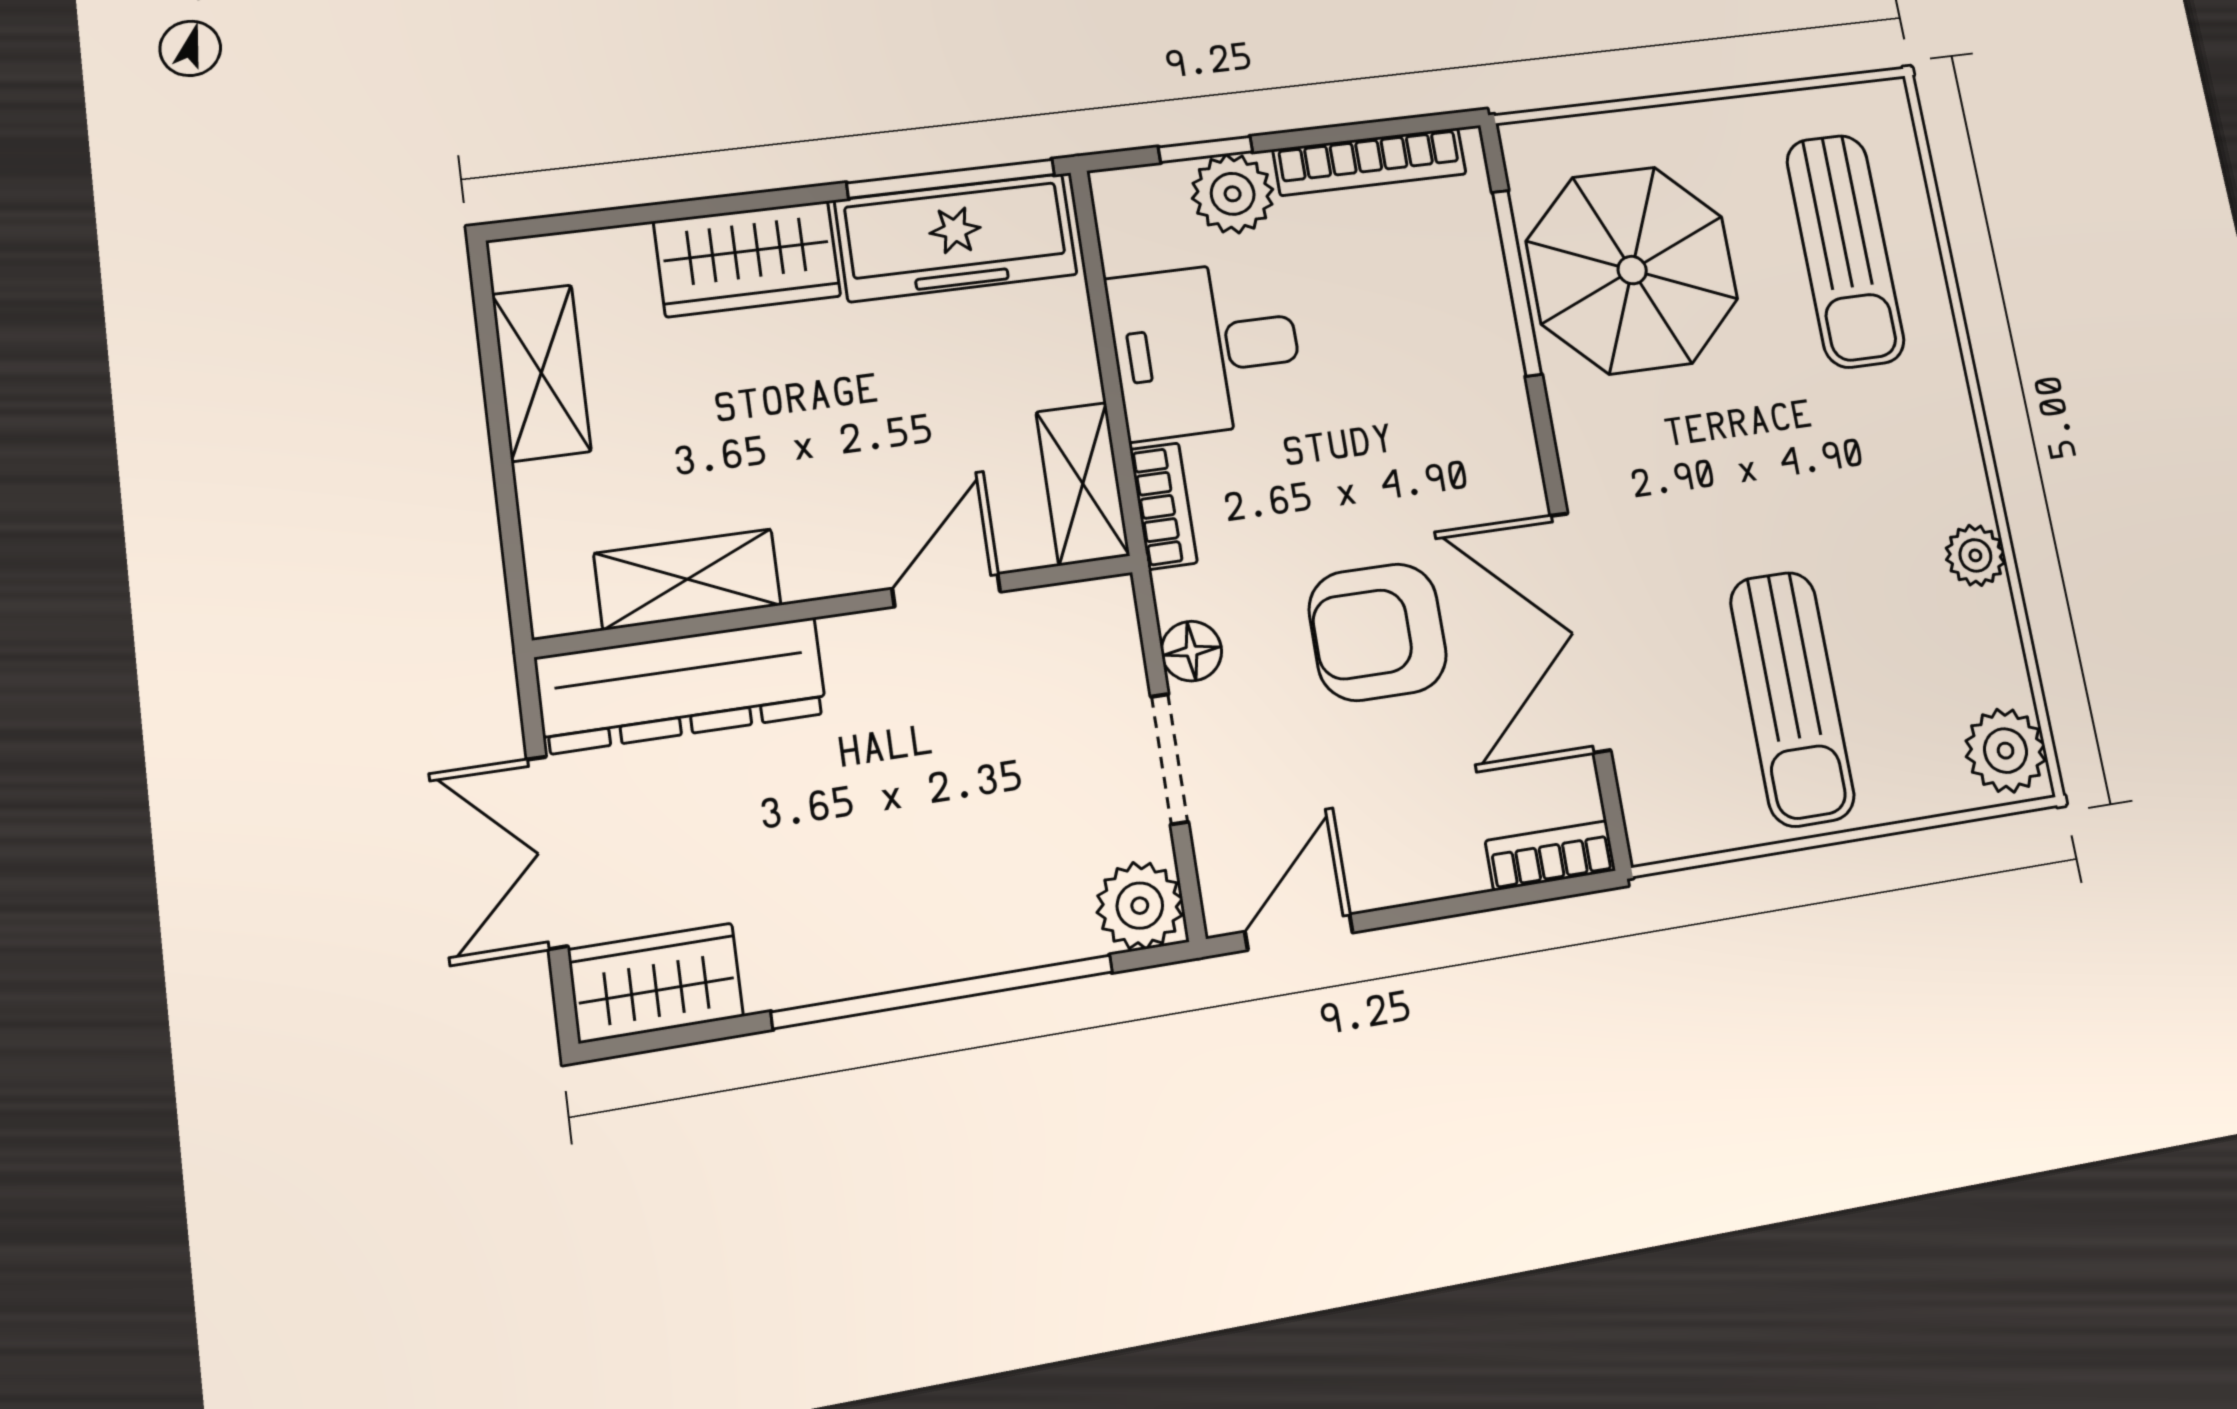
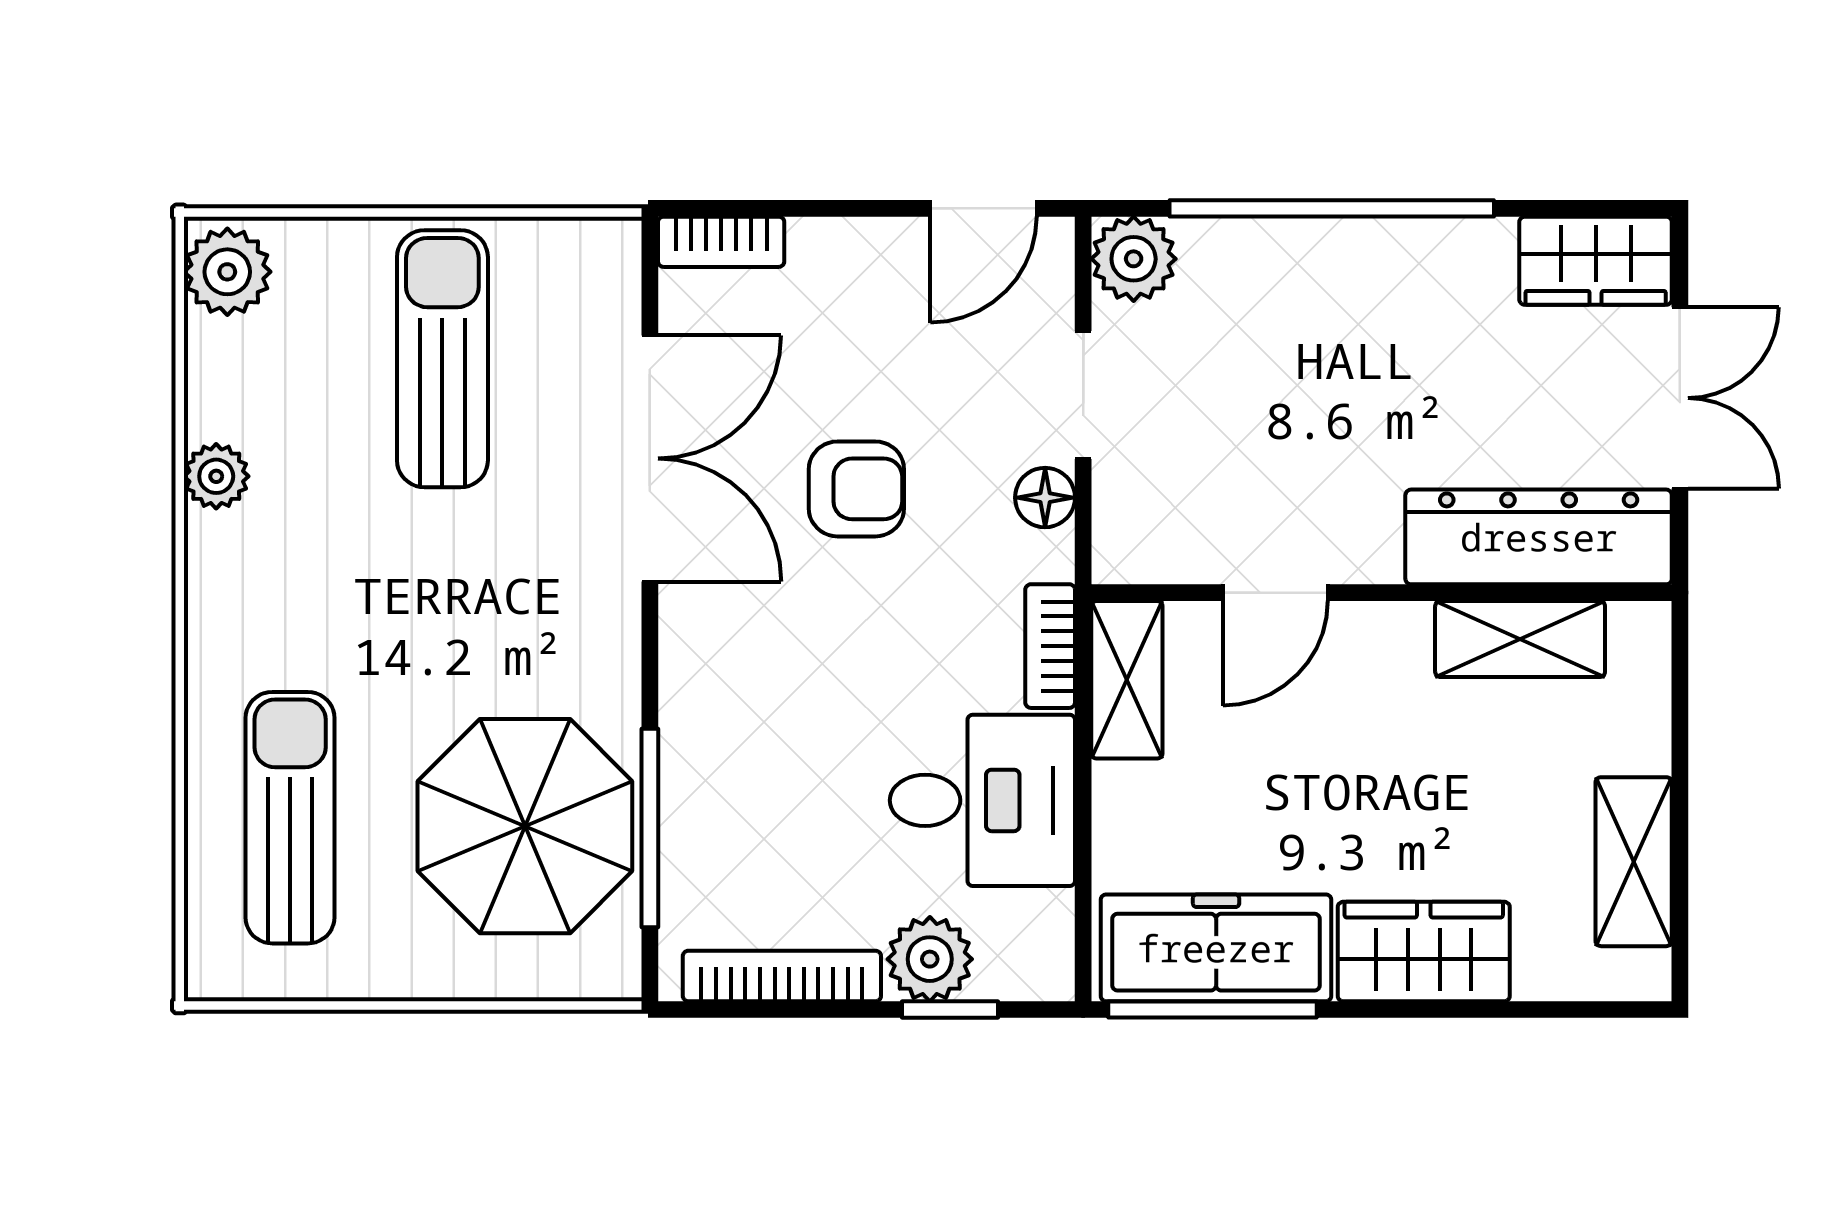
armchair: (1378, 632) -> (856, 489), width x0.72, depth x0.72

